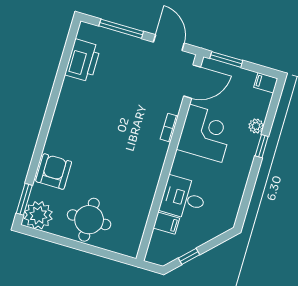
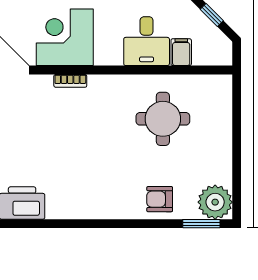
armchair: (54, 172) -> (160, 199), width x0.72, depth x0.72
round table: (89, 220) -> (163, 119), moved

